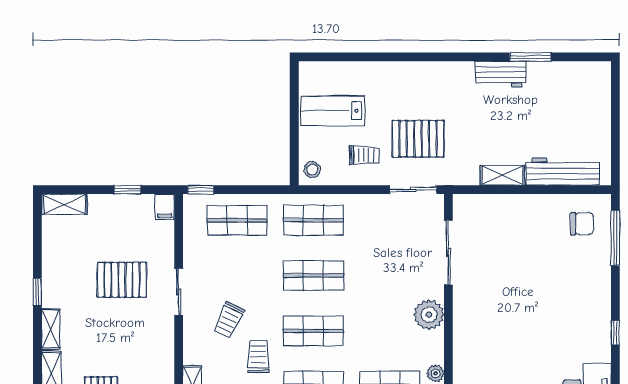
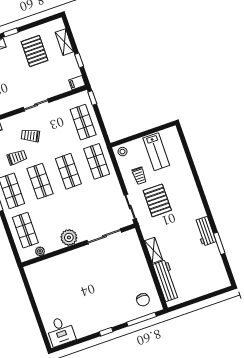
lab bench: (333, 111) -> (156, 152), turned 180
shelving: (64, 204) -> (64, 42), moved
pallet: (122, 280) -> (35, 51), moved
window: (615, 333) -> (106, 332), moved

